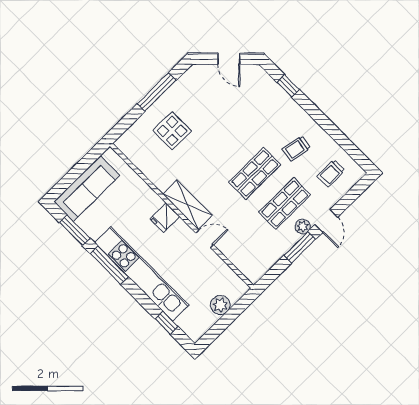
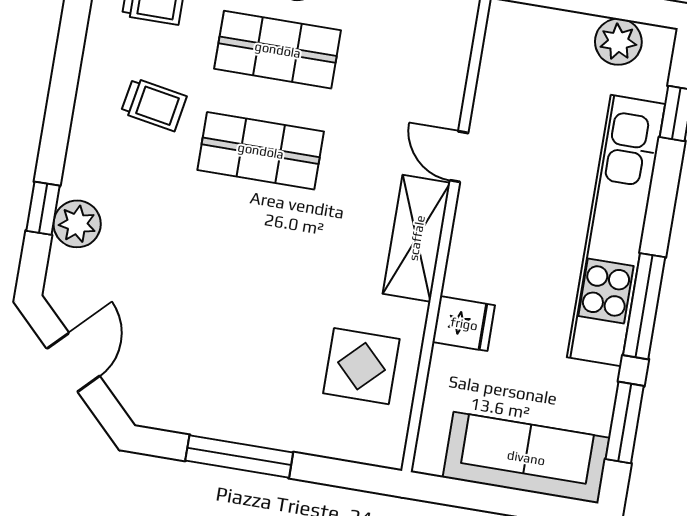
plant: (275, 94) -> (77, 224), added
display table: (172, 131) -> (361, 366), moved
fridge: (165, 218) -> (464, 324), moved
plant: (220, 305) -> (618, 42), moved

